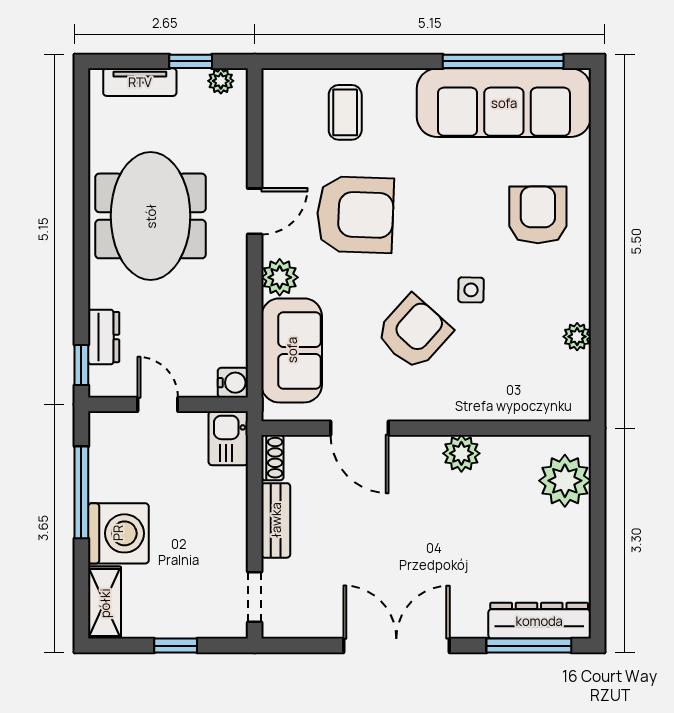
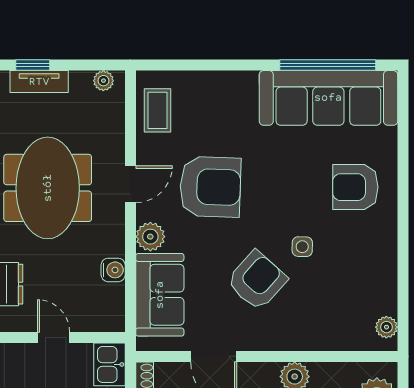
window: (191, 61) -> (33, 65), moved
coffee table: (345, 112) -> (157, 110), moved
armchair: (538, 215) -> (355, 187), turned -90
plant: (577, 337) -> (386, 327), moved
water cooler: (233, 383) -> (113, 270), moved

